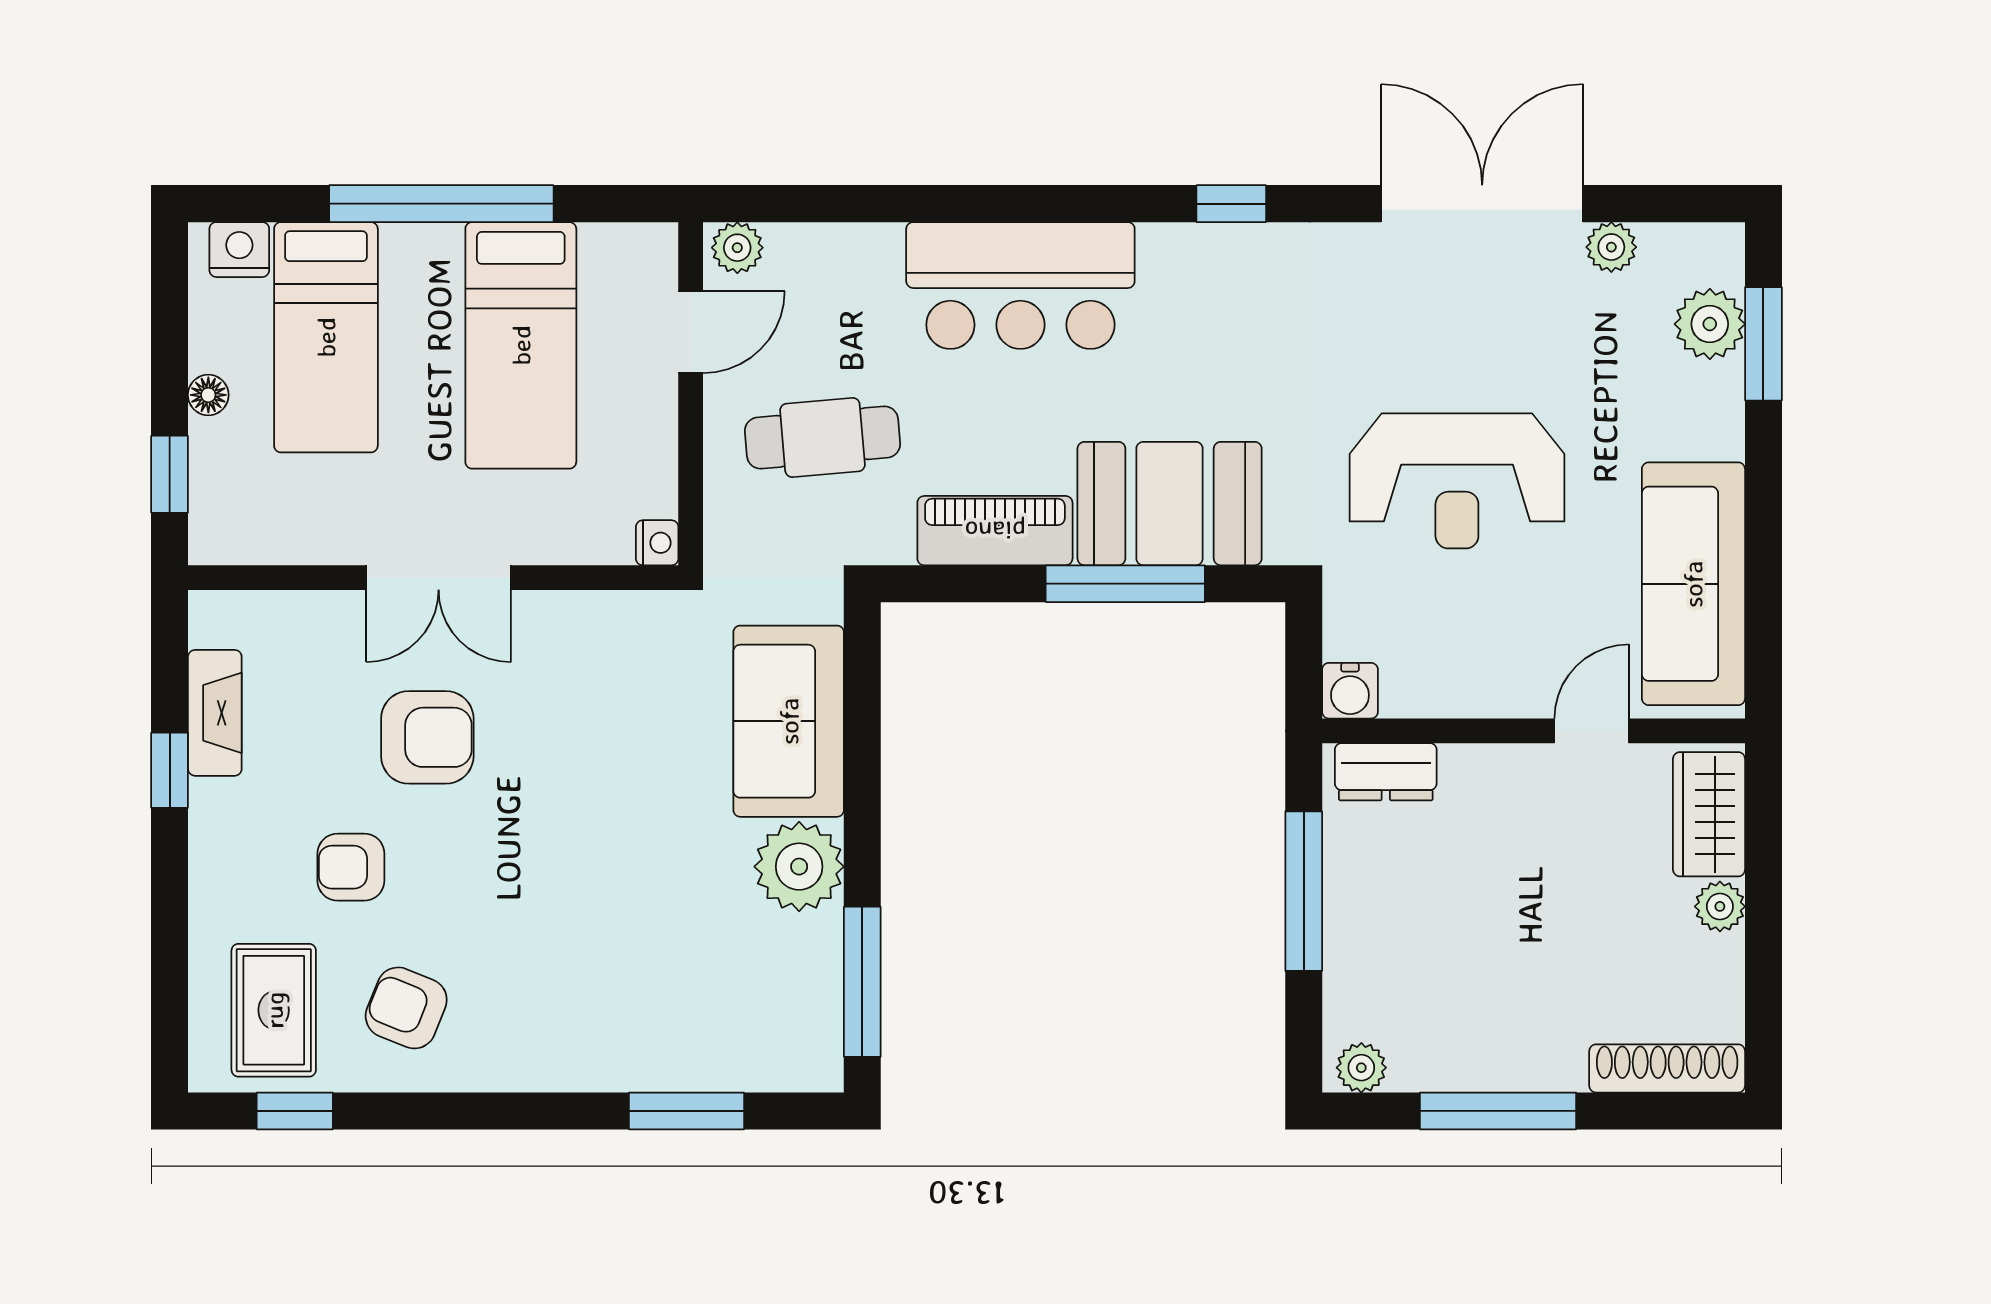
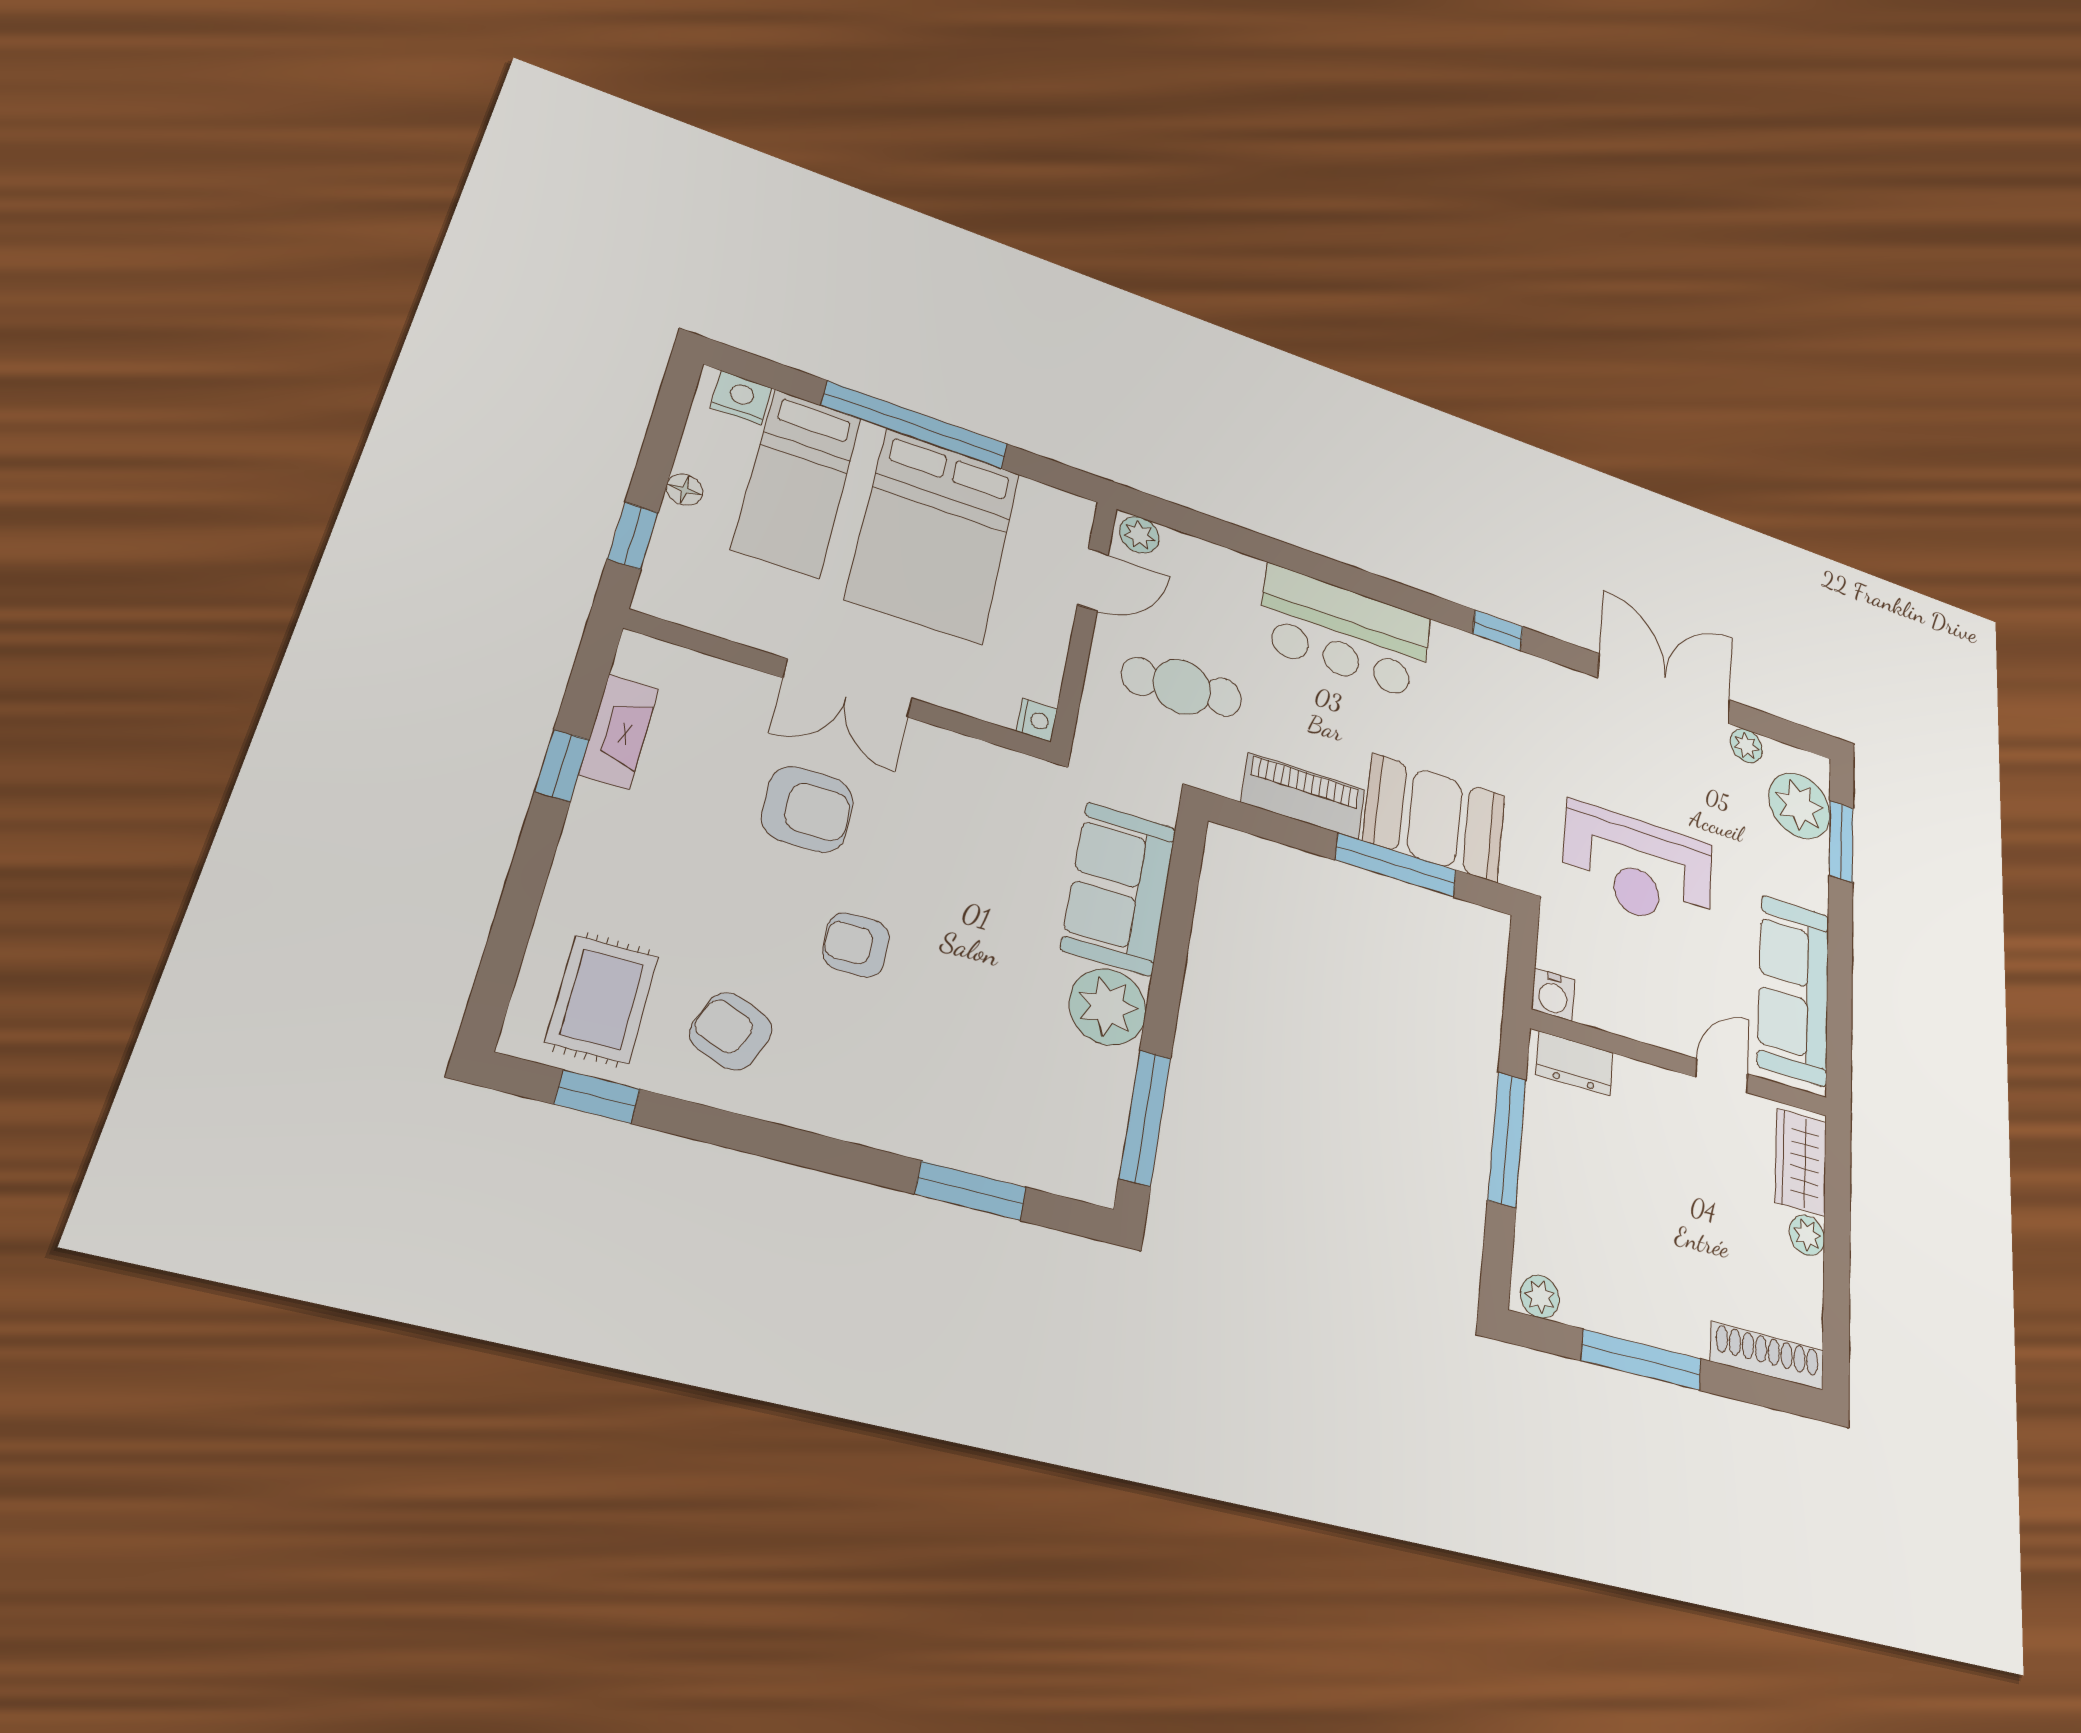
plant: (1710, 324) -> (1799, 806), width x1.36, depth x1.36
bed: (521, 345) -> (934, 535), width x1.50
armchair: (351, 867) -> (856, 945), moved

